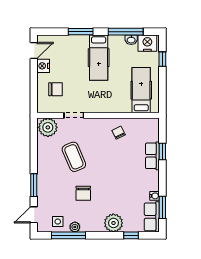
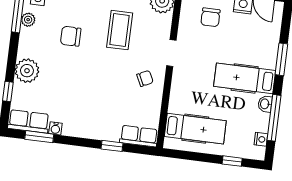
washbasin: (131, 40) -> (265, 104), moved
nightstand: (147, 43) -> (261, 139), width x0.53, depth x0.56
doorway: (74, 115) -> (171, 53), moved
chair: (119, 133) -> (145, 78), moved
row of seats: (152, 156) -> (139, 136), moved
coffee table: (74, 157) -> (120, 30), turned -67

